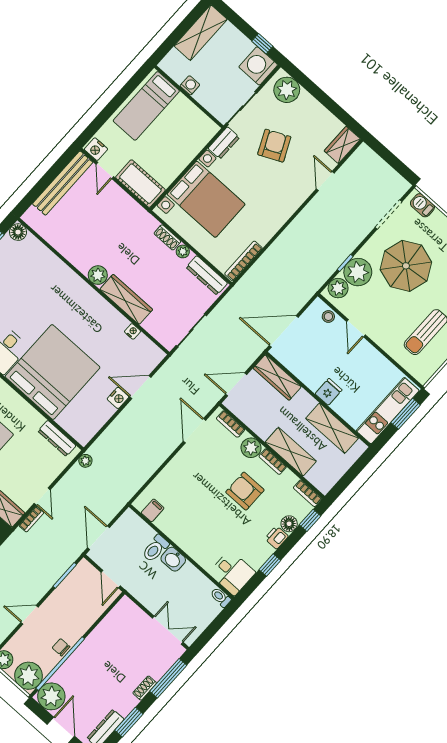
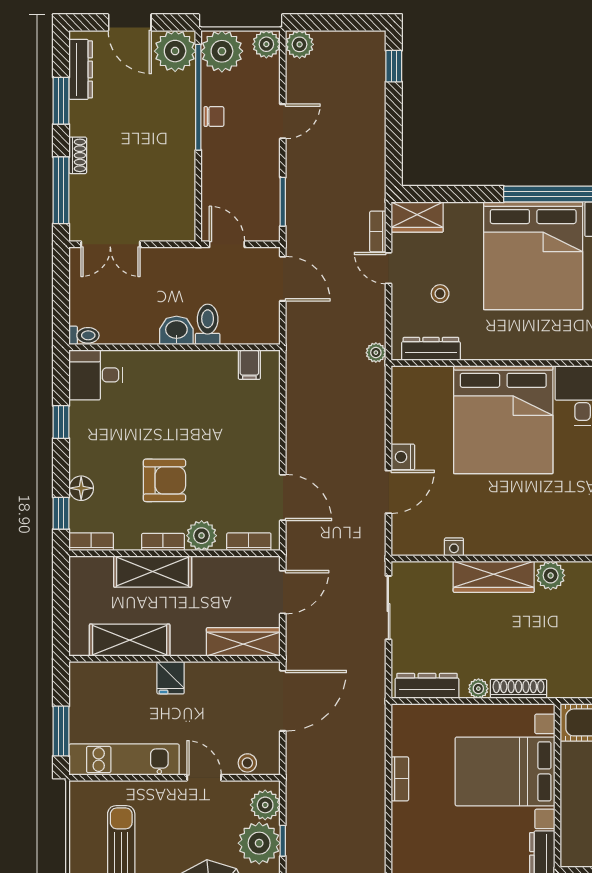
shoe rack: (167, 237) -> (519, 689), width x1.43
bookcase: (243, 261) -> (400, 779), moved, width x0.64
kitchen unit: (388, 411) -> (124, 760), moved, turned -90
stool: (28, 461) -> (440, 294), added
printer: (276, 537) -> (82, 460), removed

